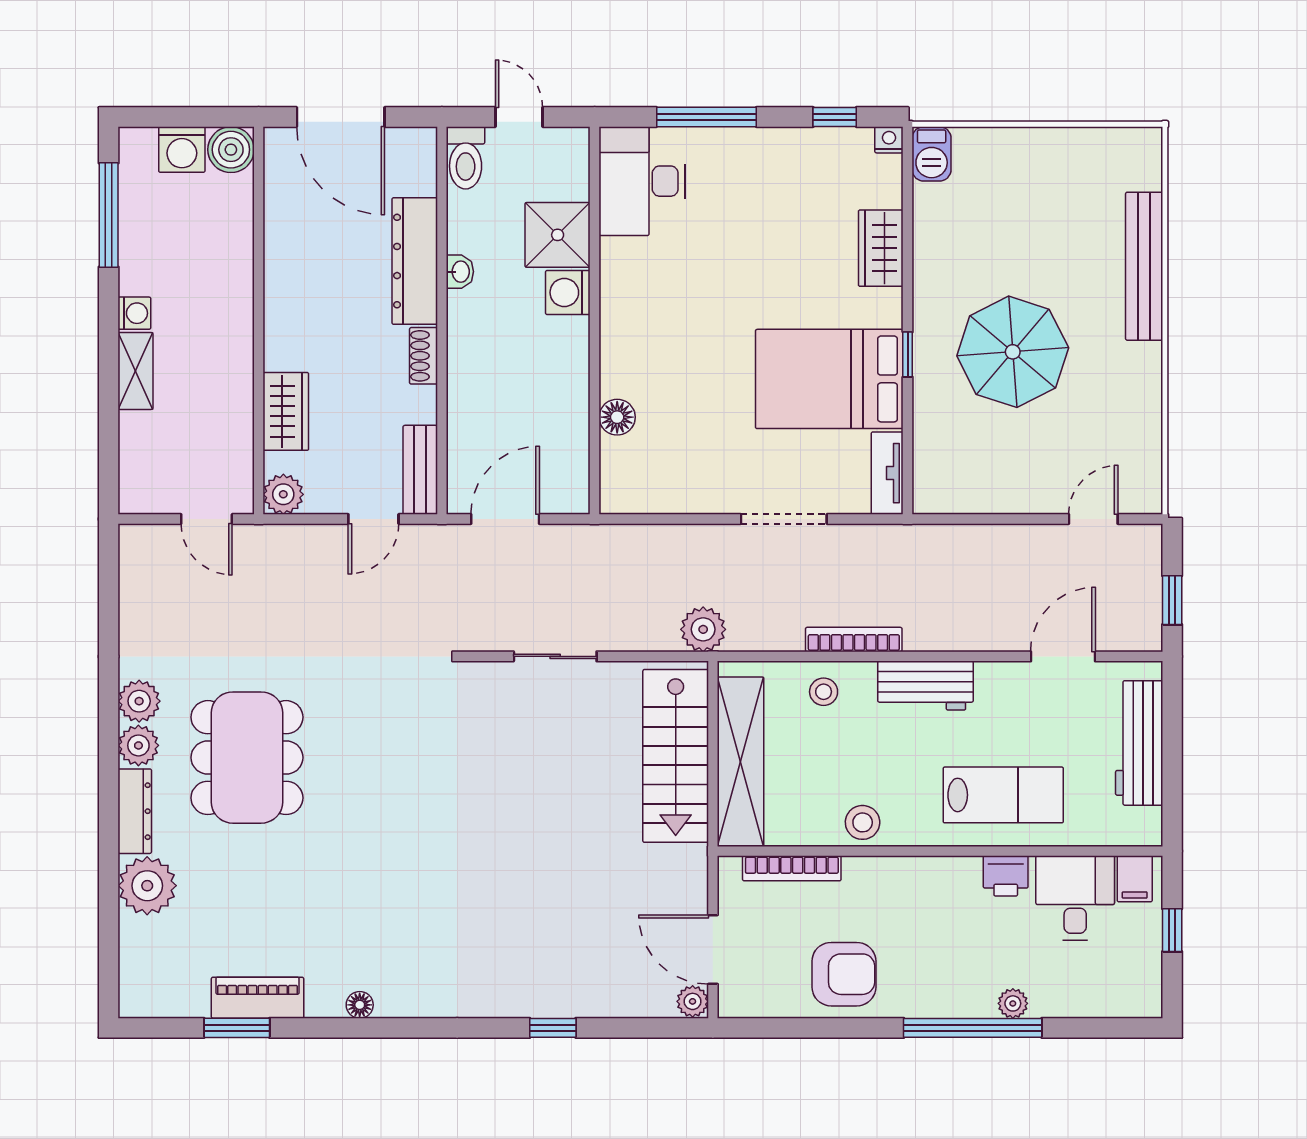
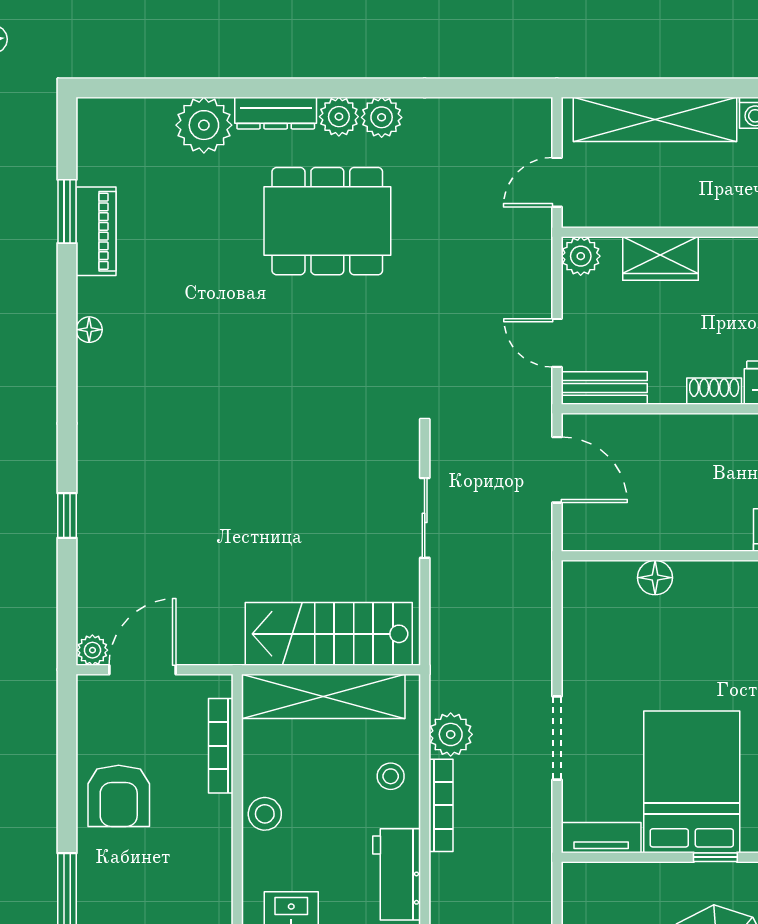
shelving: (135, 371) -> (655, 119), width x2.20, depth x1.33
plant: (703, 629) -> (451, 734), moved

